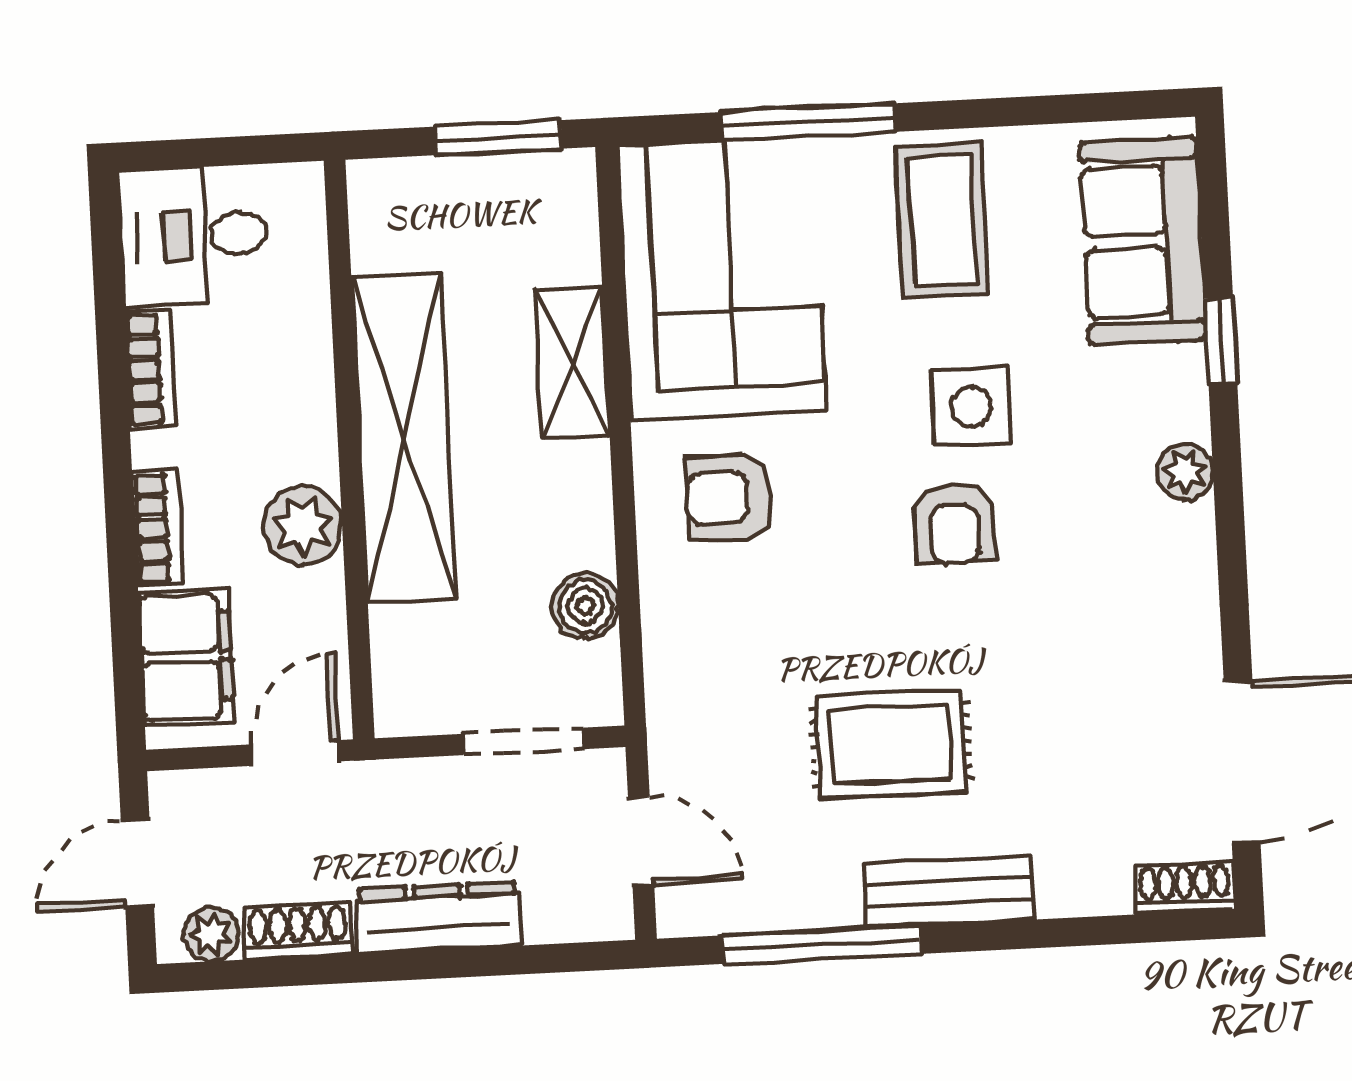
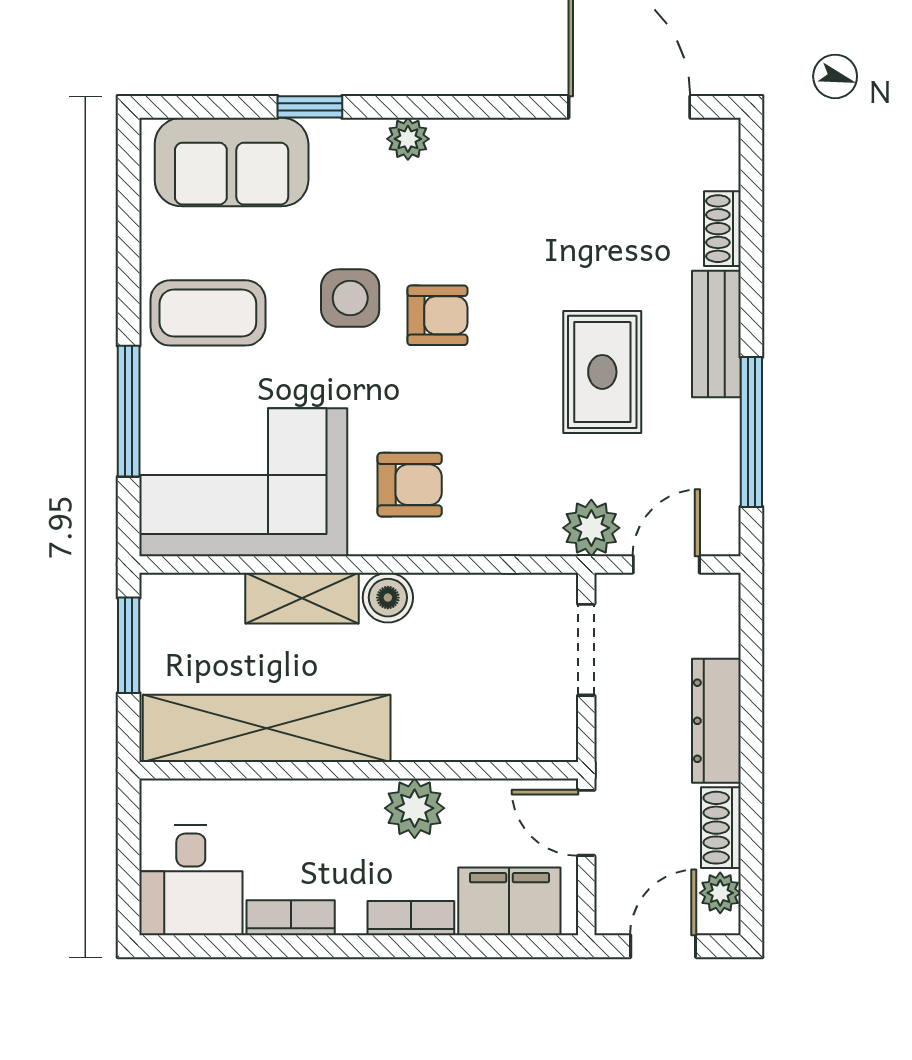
shelving: (404, 437) -> (267, 728), moved
armchair: (729, 497) -> (410, 485), turned -90
boiler: (585, 606) -> (388, 598), moved
plant: (684, 740) -> (591, 528), added
door: (137, 863) -> (663, 946), swing flipped
shoe rack: (1184, 888) -> (722, 229), moved

